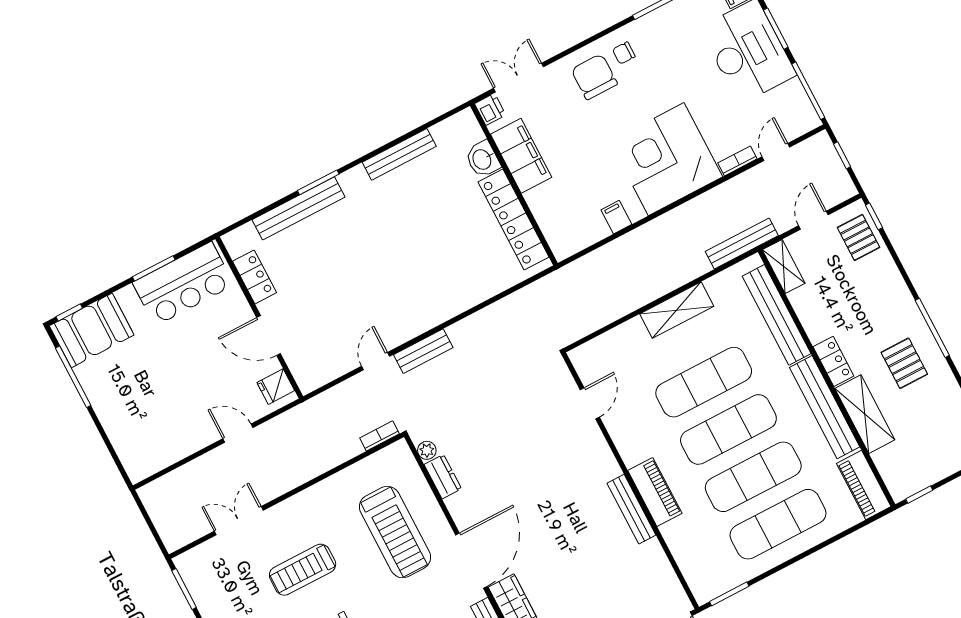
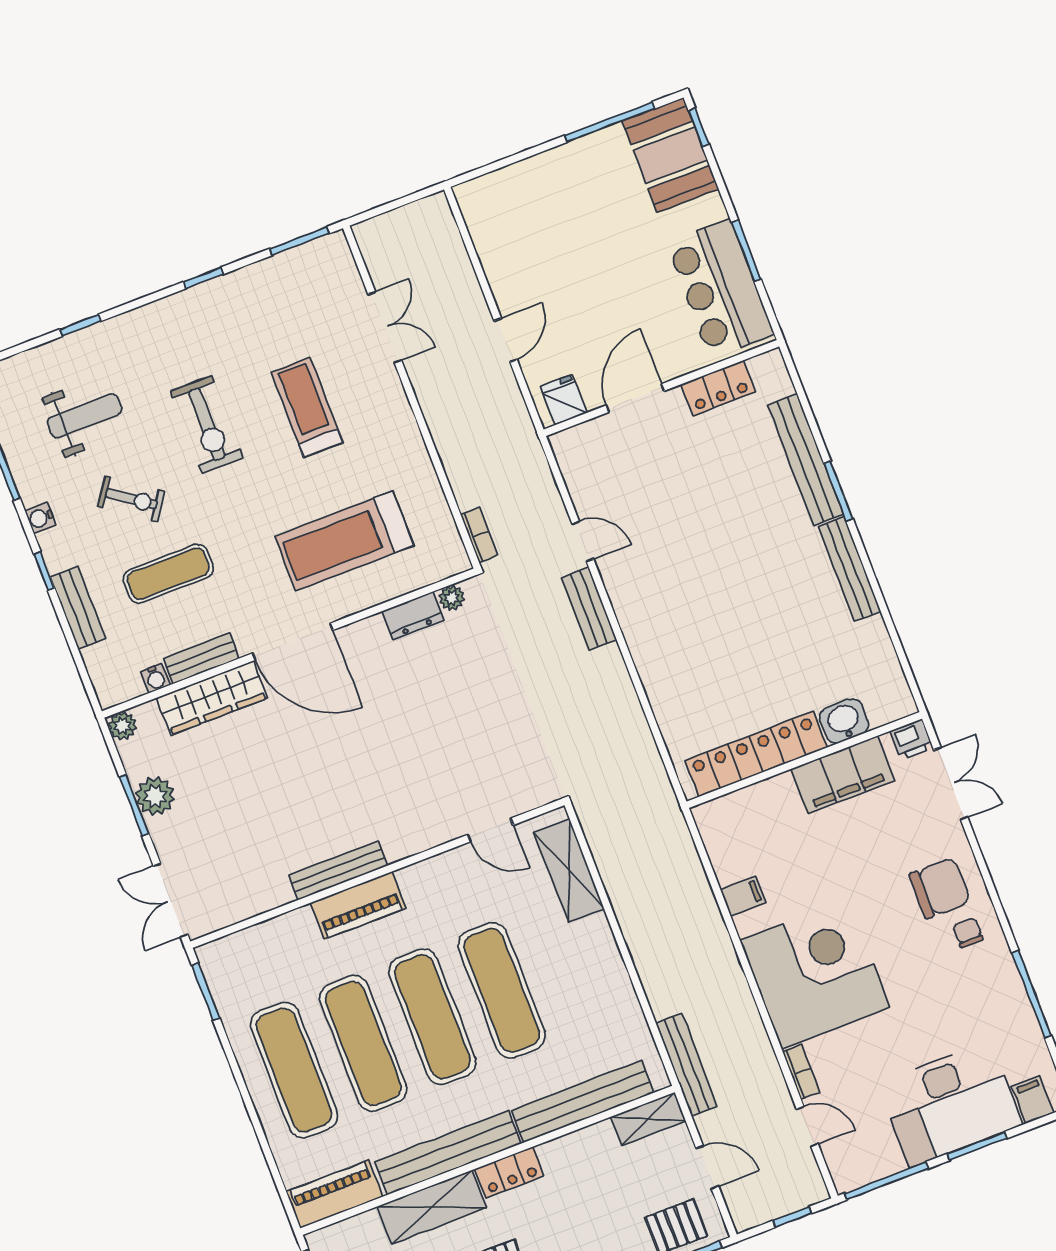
bench: (399, 154) -> (849, 569), moved
shelving: (677, 310) -> (569, 870), moved

